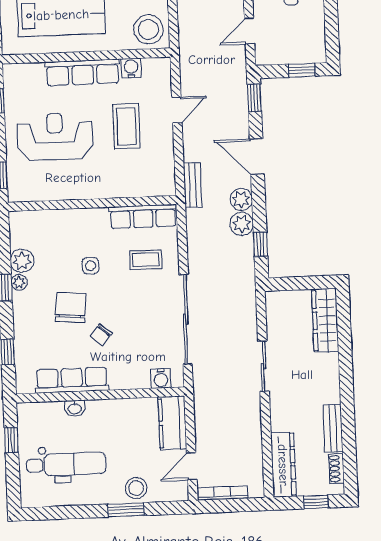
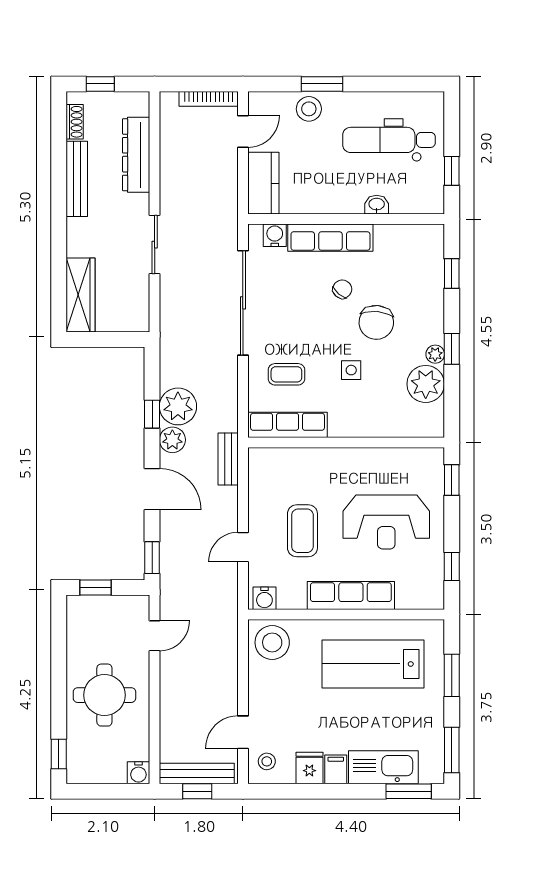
water cooler: (131, 68) -> (264, 598), moved
plant: (242, 224) -> (178, 406), width x1.36, depth x1.36
window: (260, 244) -> (152, 414), moved
plant: (22, 261) -> (426, 384), width x1.36, depth x1.36
row of seats: (72, 380) -> (330, 238), moved
bench: (333, 428) -> (77, 179), width x1.36
dresser: (283, 465) -> (136, 155), moved

